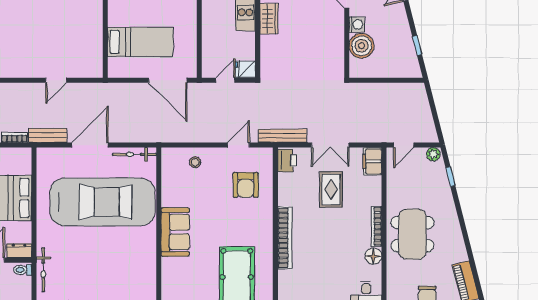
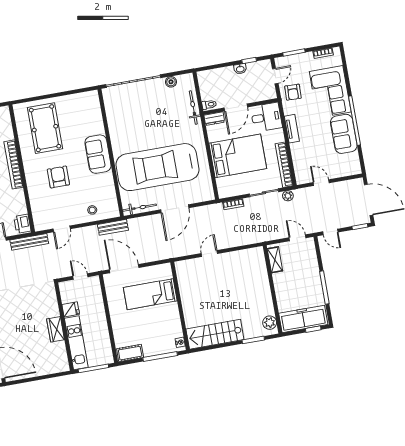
fridge: (245, 69) -> (71, 309), moved
door: (225, 80) -> (80, 276), swing flipped
bench: (48, 135) -> (113, 227), moved
armchair: (246, 185) -> (58, 177), moved

